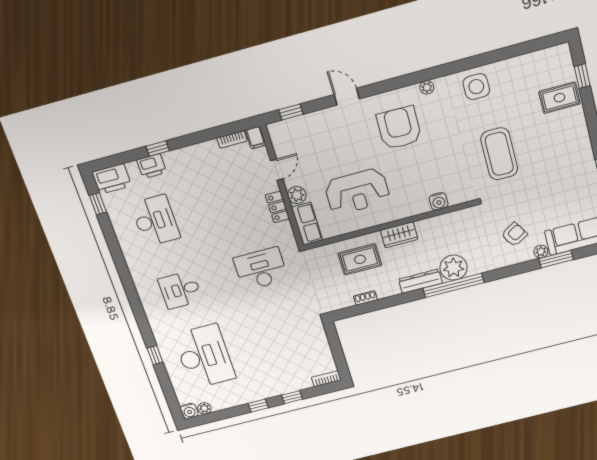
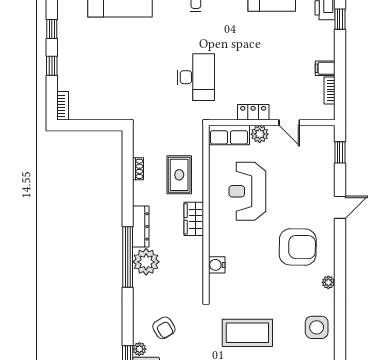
filing cabinet: (256, 138) -> (325, 68), moved

